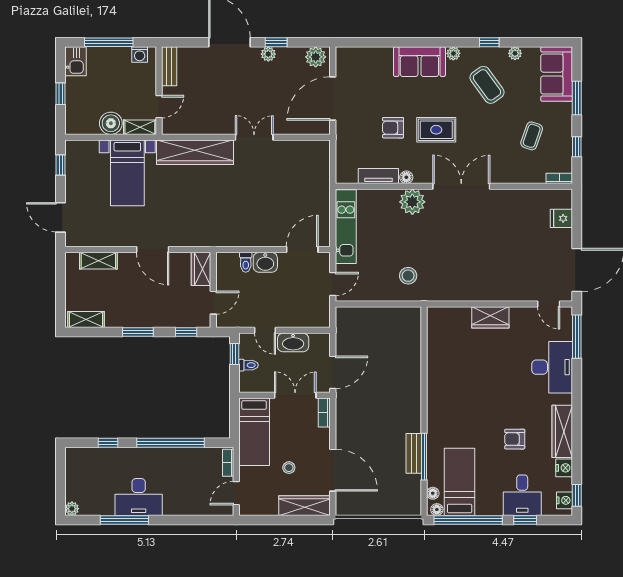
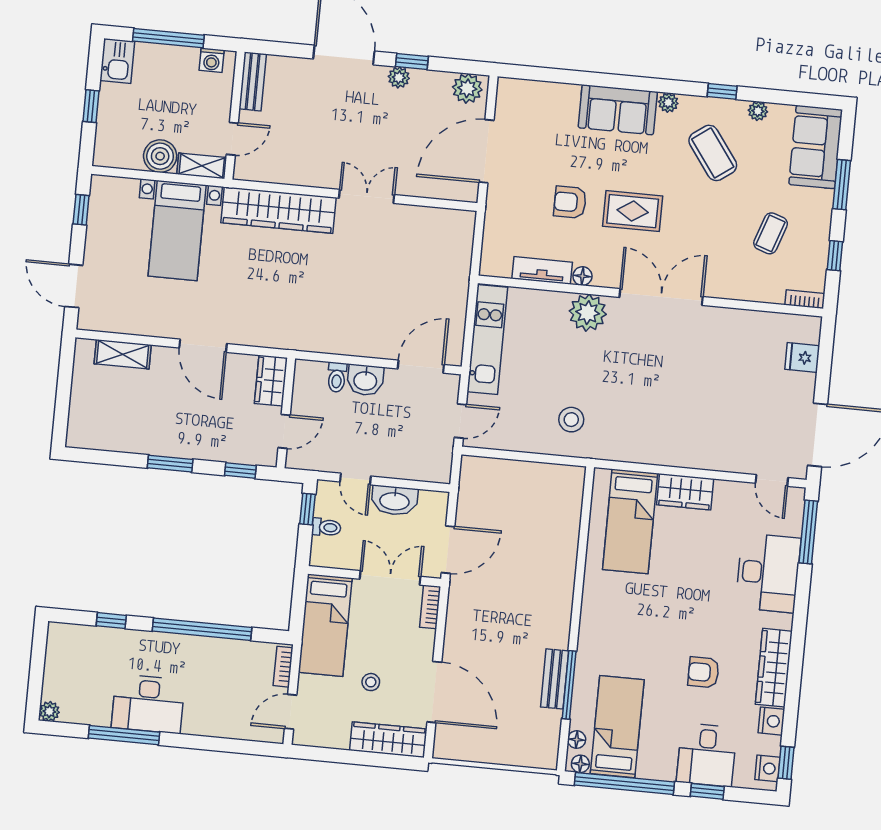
shelving: (86, 320) -> (96, 438), removed
bed: (455, 341) -> (630, 521), added

